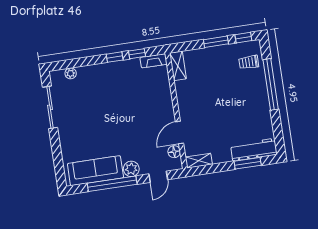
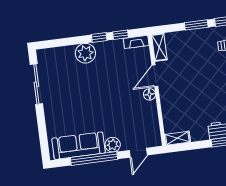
plant: (71, 73) -> (85, 53), moved, width x1.88, depth x1.88
door: (179, 133) -> (155, 76), moved
floor lamp: (174, 152) -> (149, 94), moved

